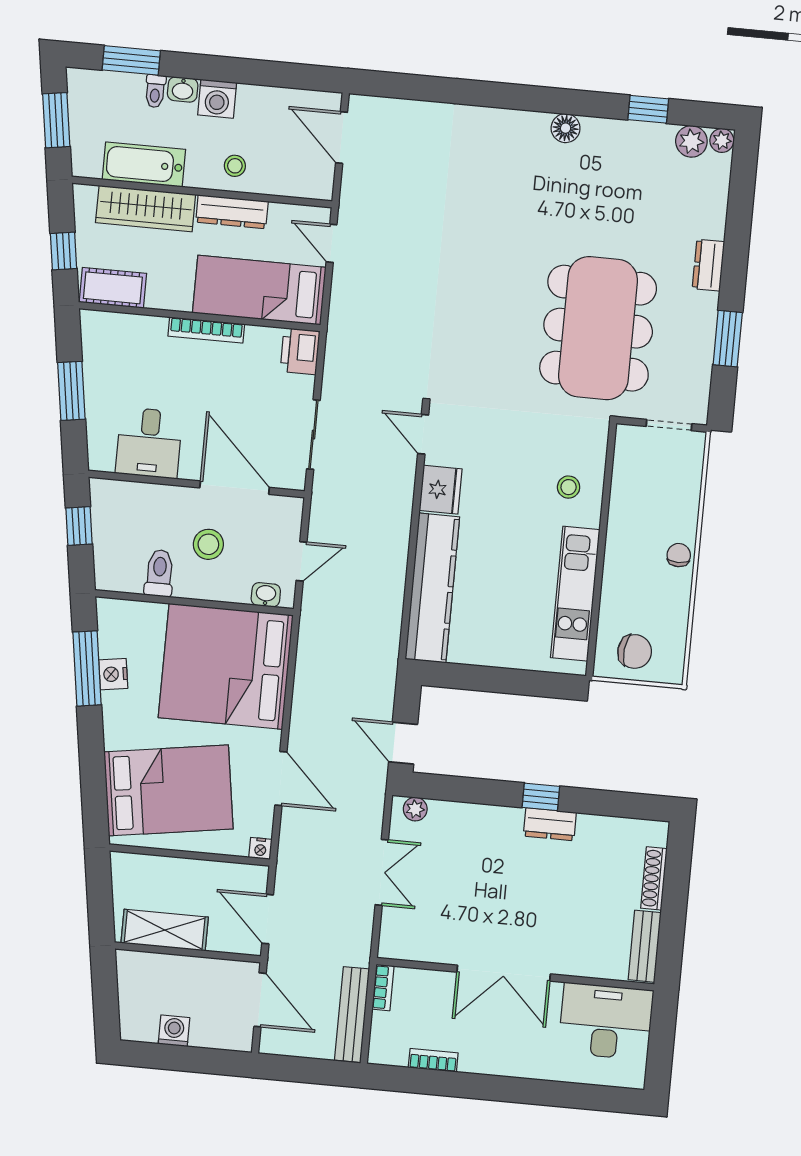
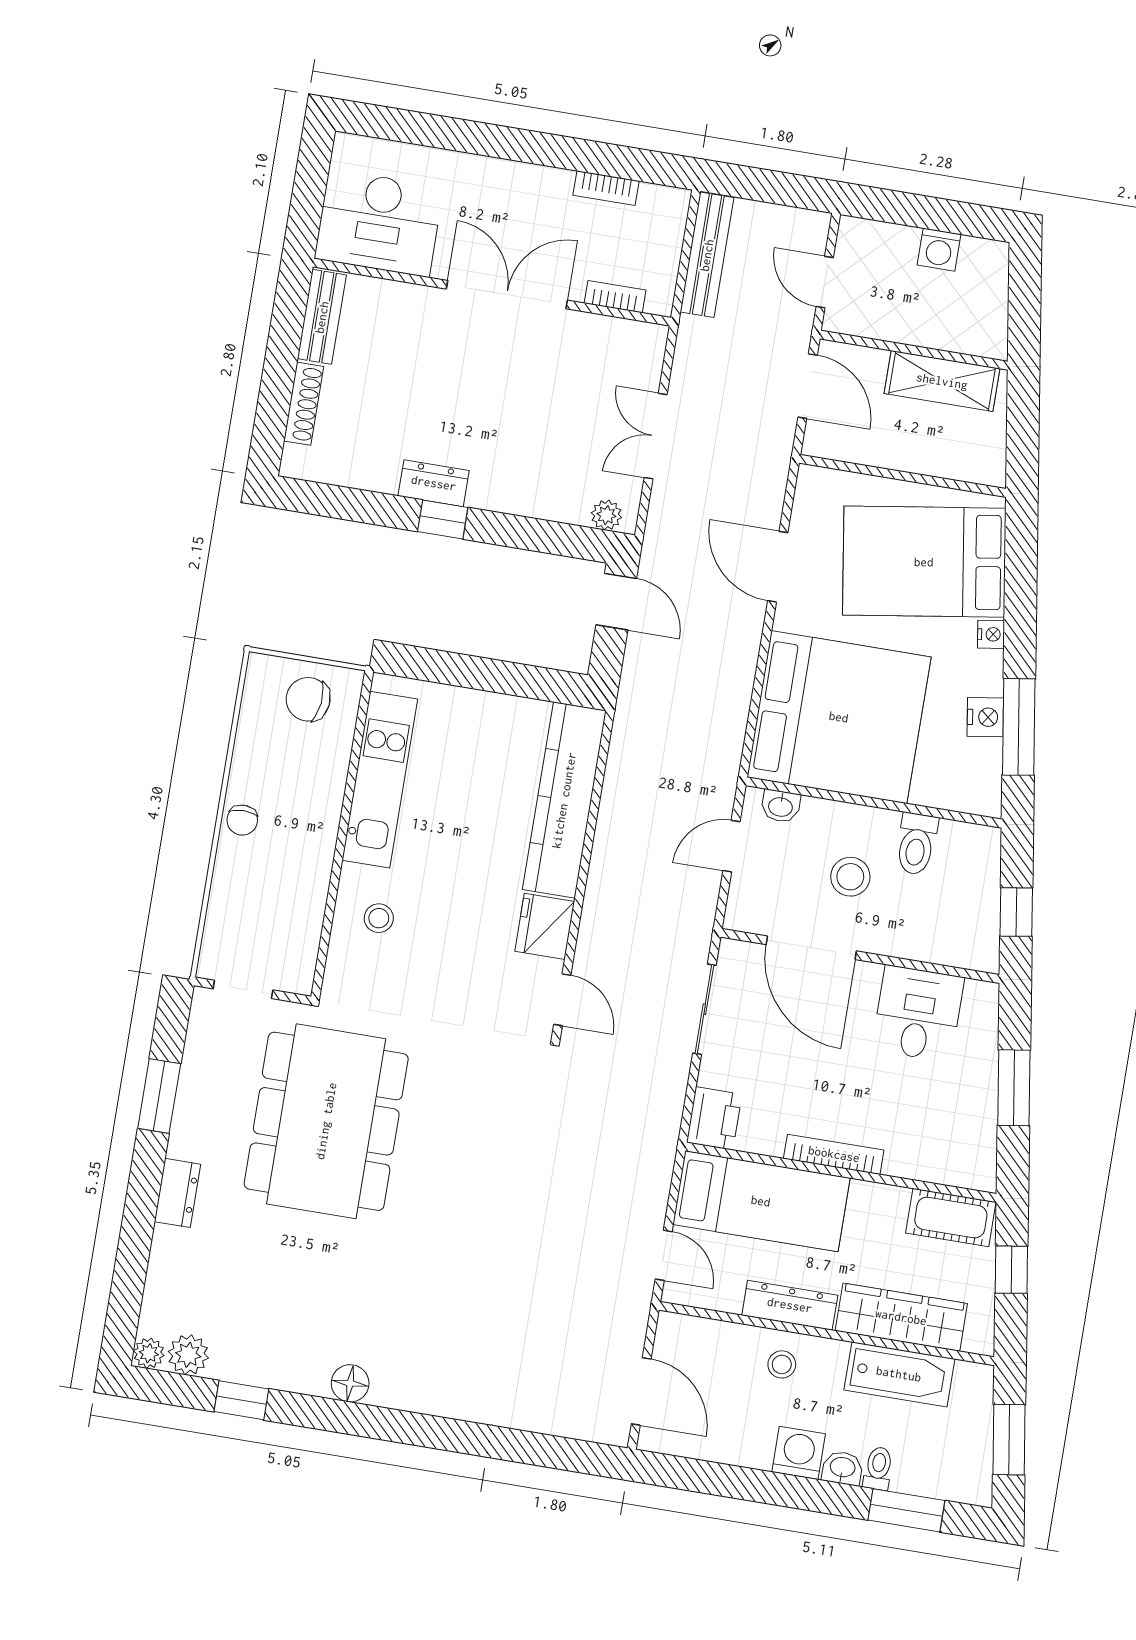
nightstand: (260, 848) -> (991, 634), moved, turned 81
bookcase: (383, 987) -> (615, 297), moved, turned 90
door: (260, 1000) -> (825, 282), width x0.73

